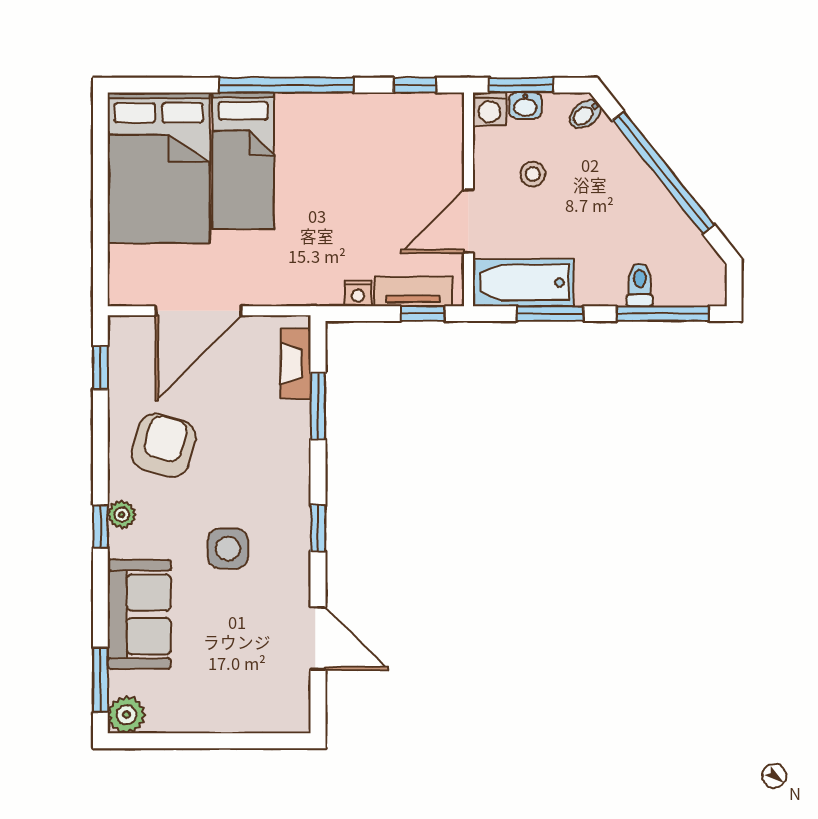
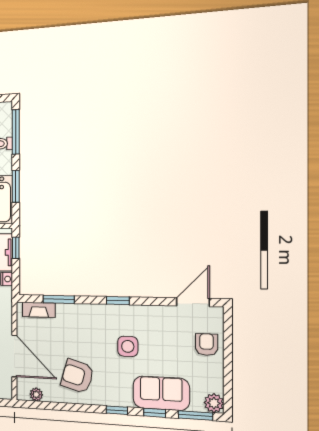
window: (100, 368) -> (154, 413), moved
plant: (122, 515) -> (36, 394), moved
door: (318, 638) -> (193, 302), moved
armchair: (237, 701) -> (206, 345), added

